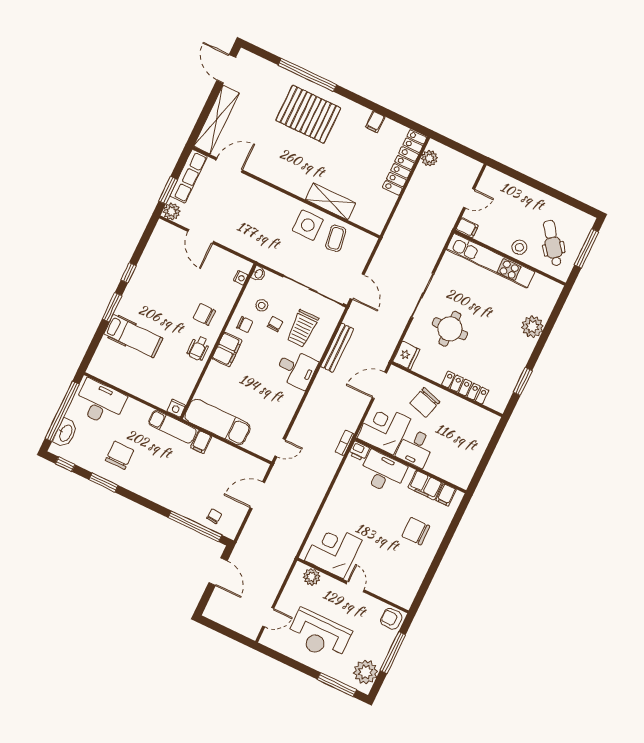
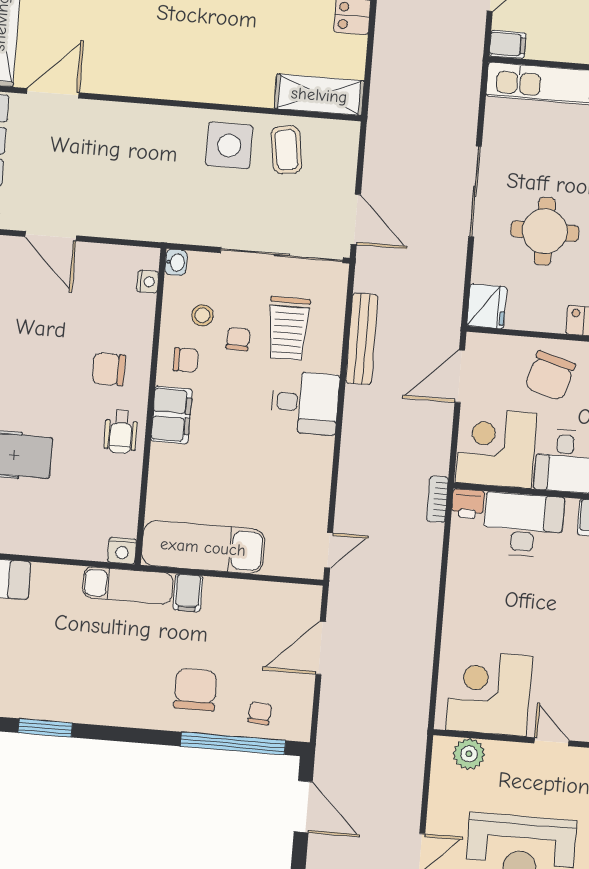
shelving: (330, 201) -> (319, 95), moved
chair: (120, 455) -> (195, 690), moved

